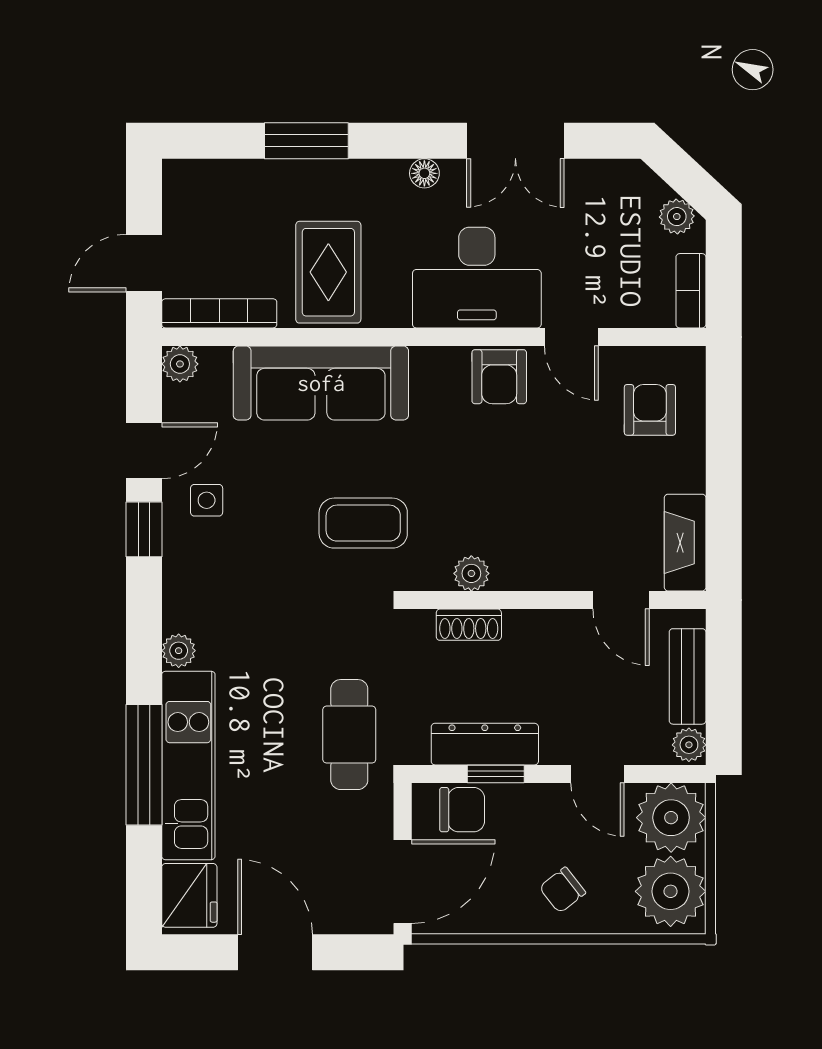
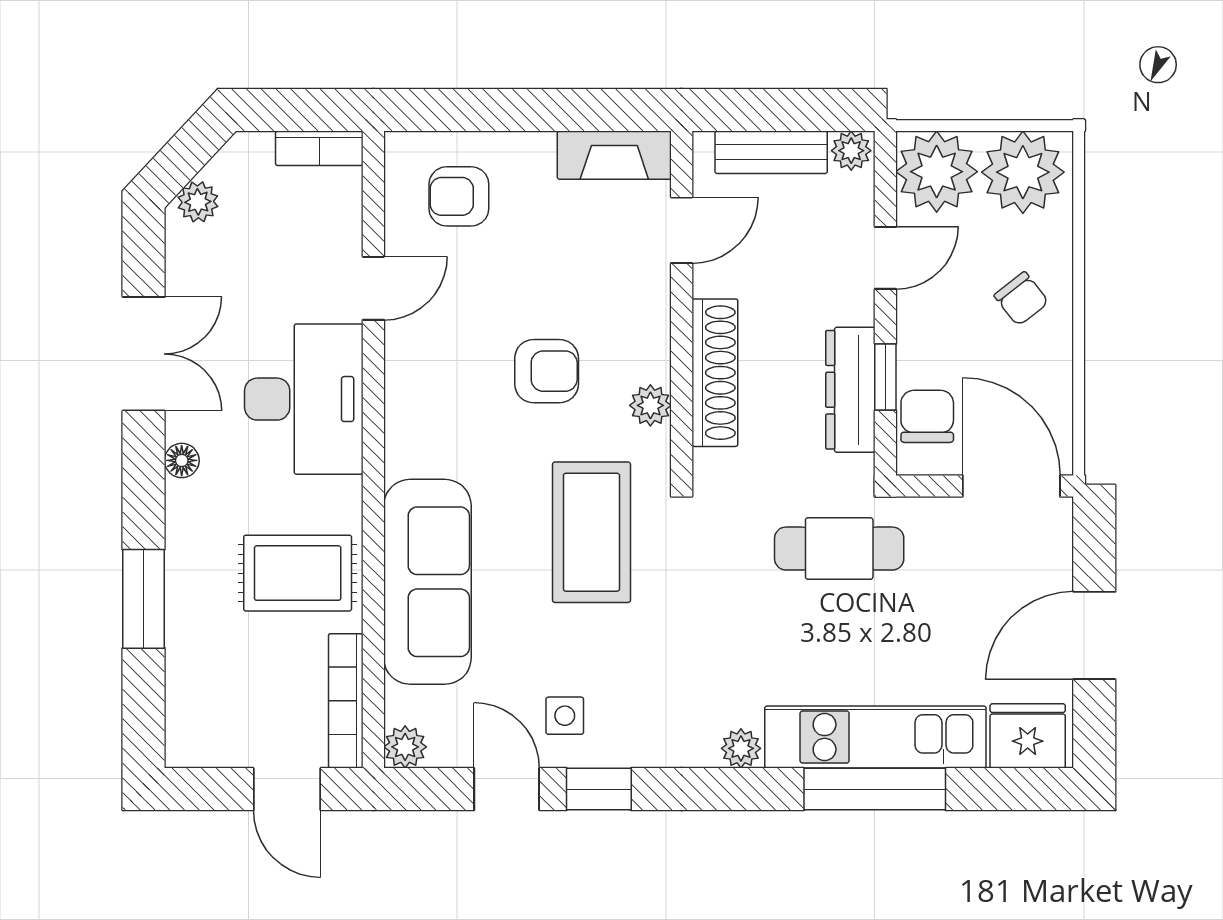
plant: (677, 217) -> (198, 202), moved
armchair: (499, 377) -> (547, 371), moved
coffee table: (363, 523) -> (591, 532), width x1.36, depth x1.32
shoe rack: (469, 625) -> (715, 373), width x1.94, depth x1.24

